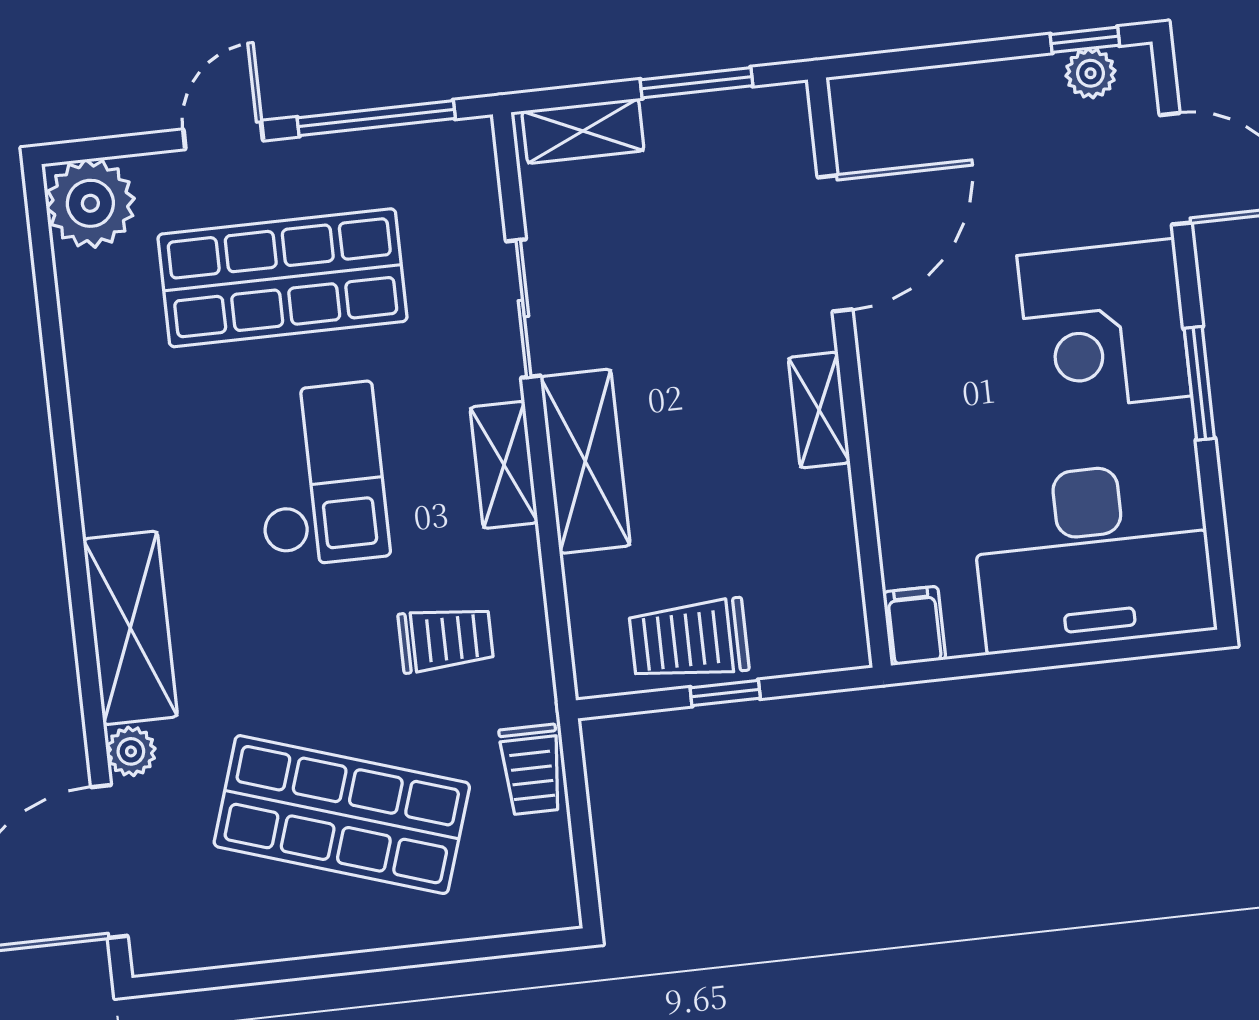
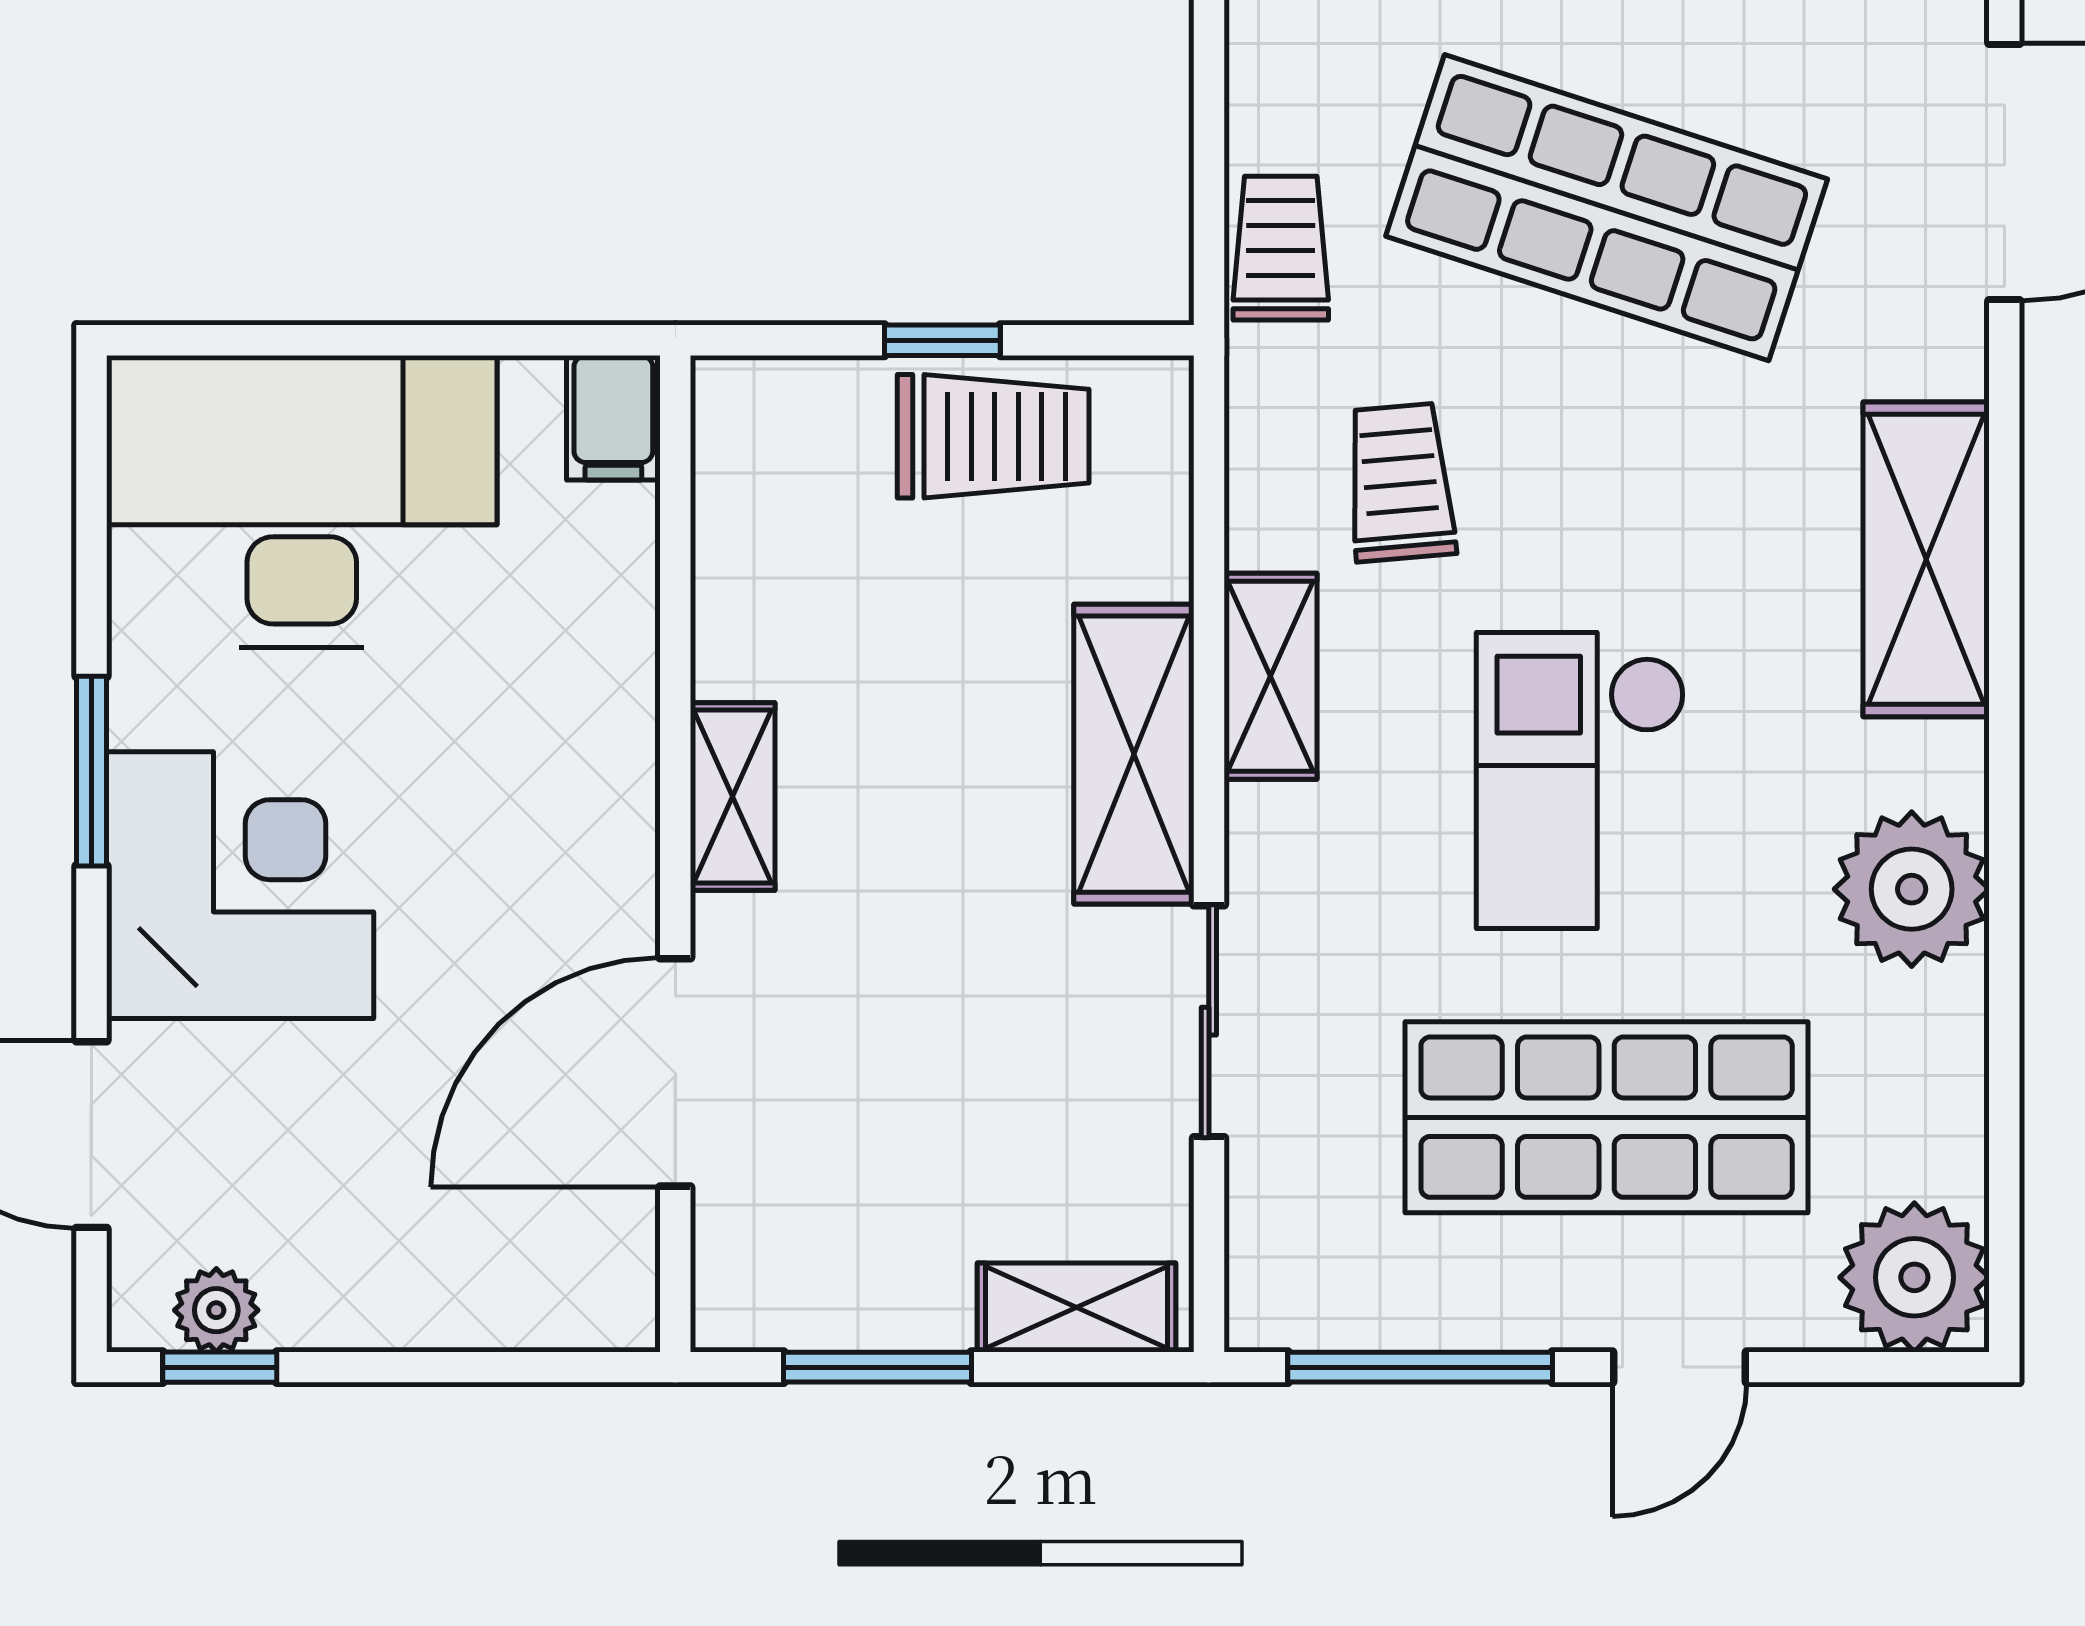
shelving: (504, 465) -> (1270, 676), moved
trolley: (446, 639) -> (1400, 482), turned 85
plant: (131, 751) -> (1912, 889), moved, width x1.88, depth x1.88

